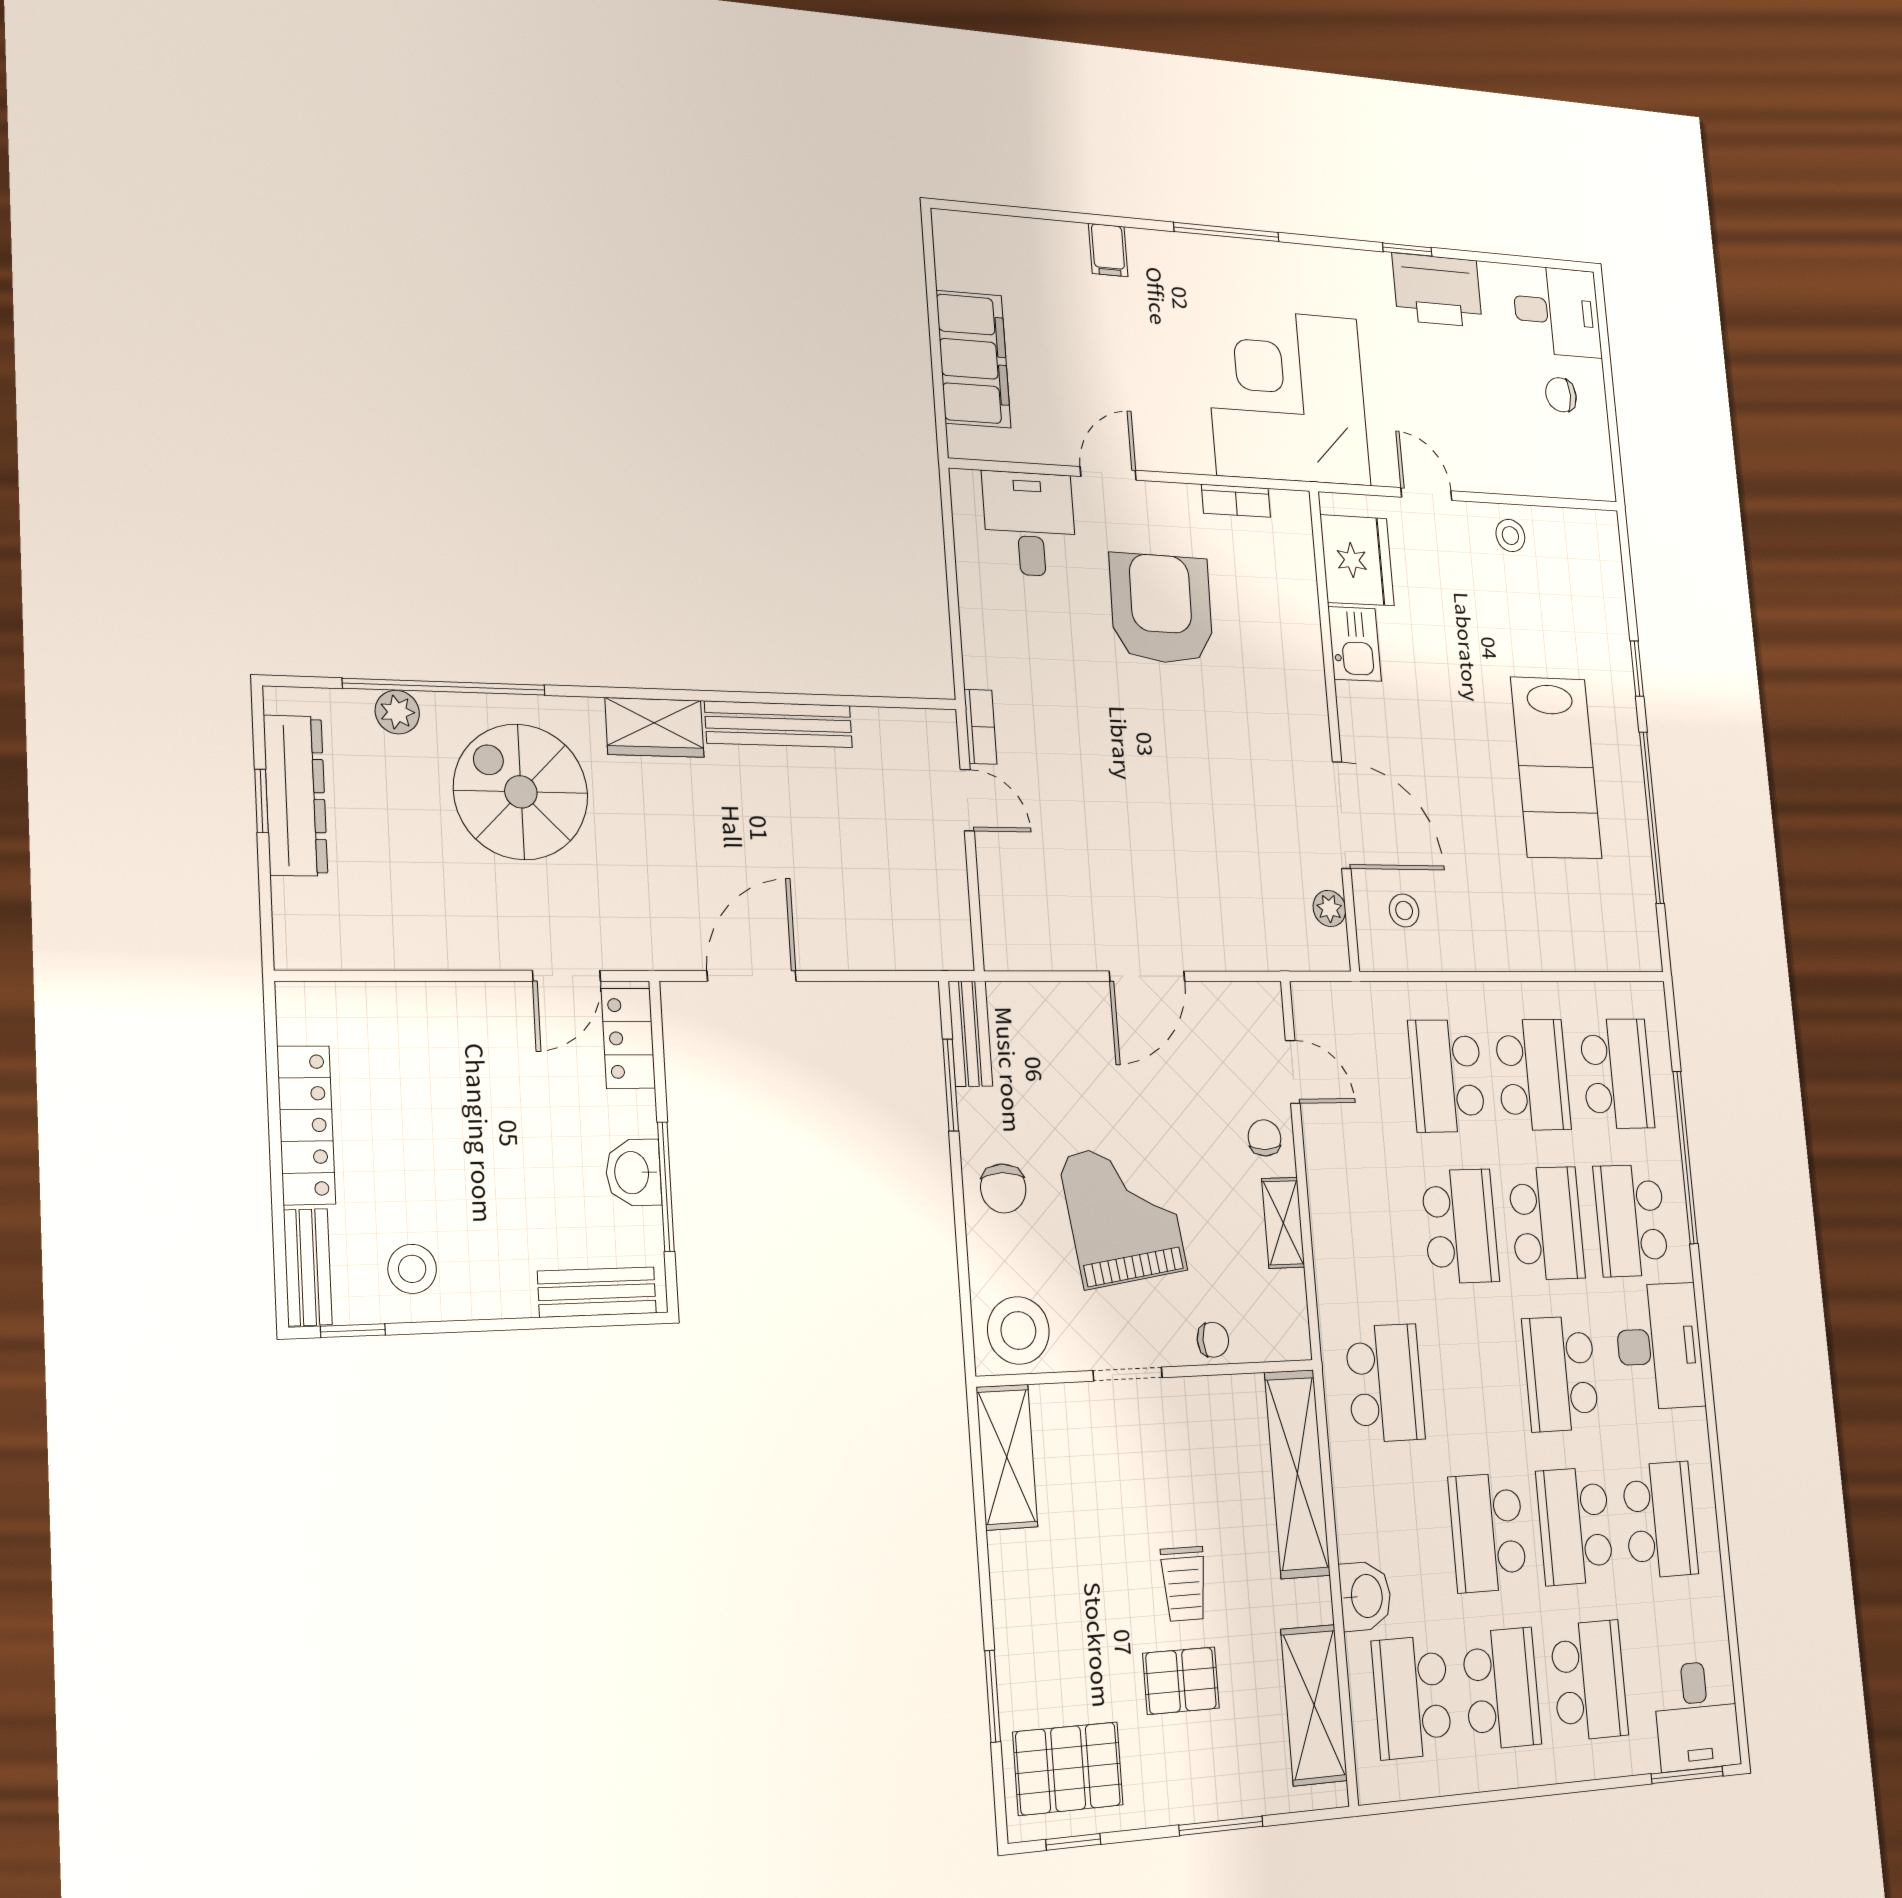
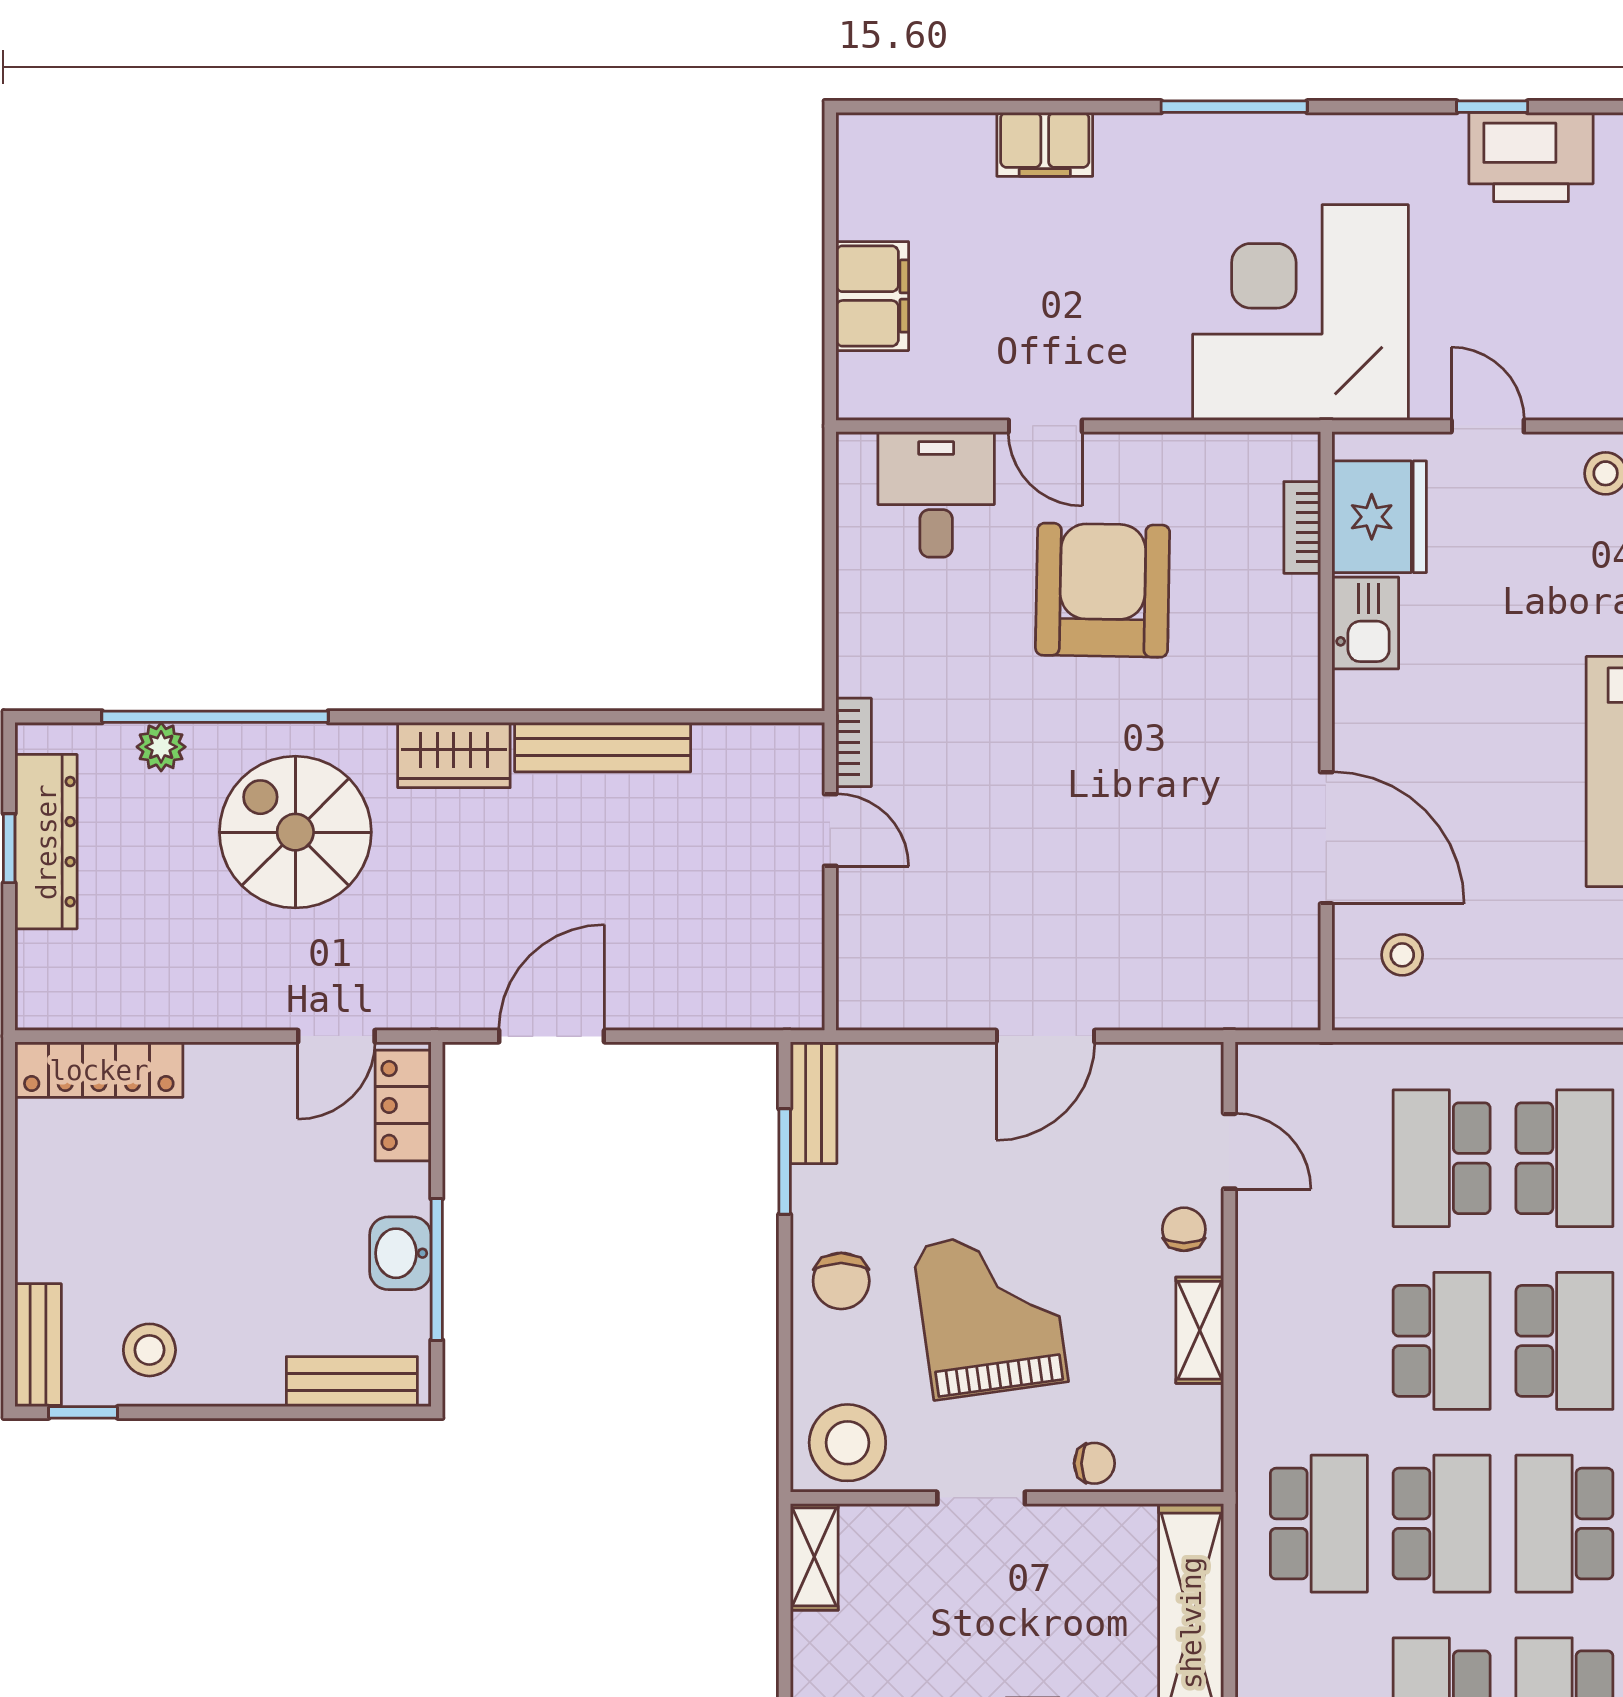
filing cabinet: (1108, 250) -> (1045, 144), width x2.00
filing cabinet: (973, 359) -> (872, 296), width x0.67, depth x0.86
door: (1108, 473) -> (1045, 426), swing flipped
bookcase: (1236, 501) -> (1302, 527), moved, turned 90
plant: (1329, 908) -> (1298, 953), removed
locker: (306, 1125) -> (99, 1070), moved, turned 90
school desk: (1474, 1378) -> (1442, 1524), added
shelving: (1007, 1457) -> (814, 1557), width x0.67, depth x0.75

